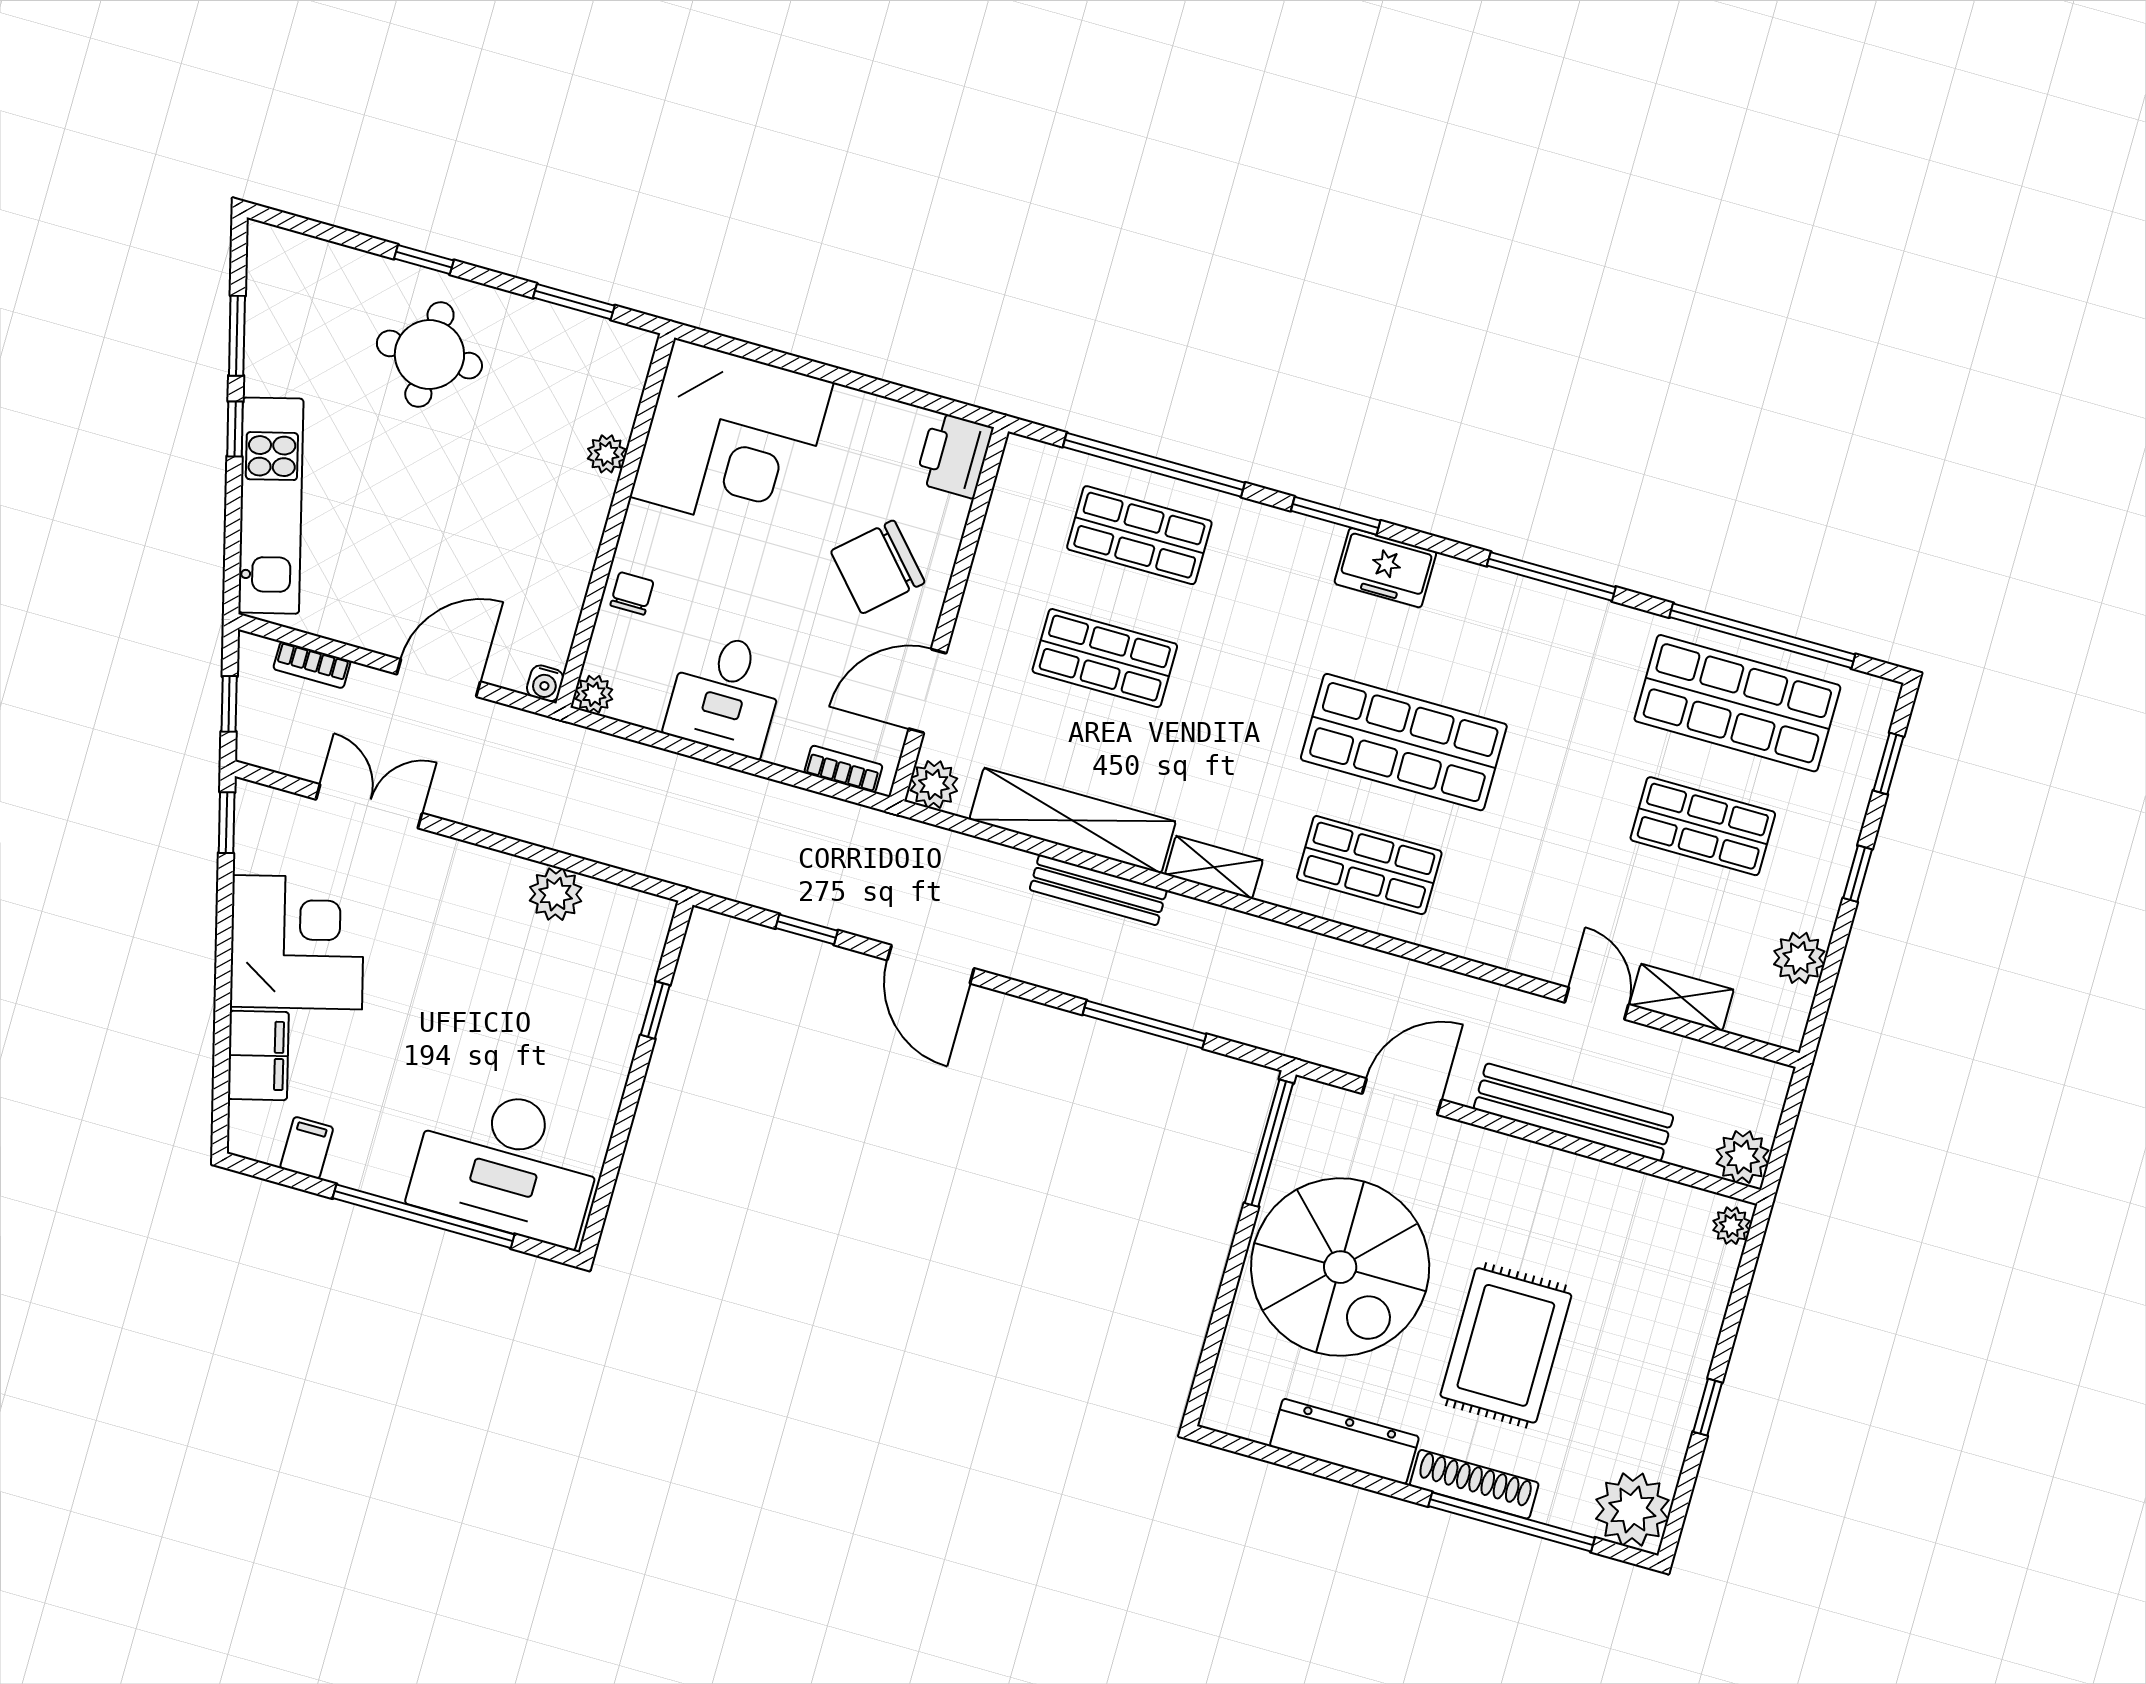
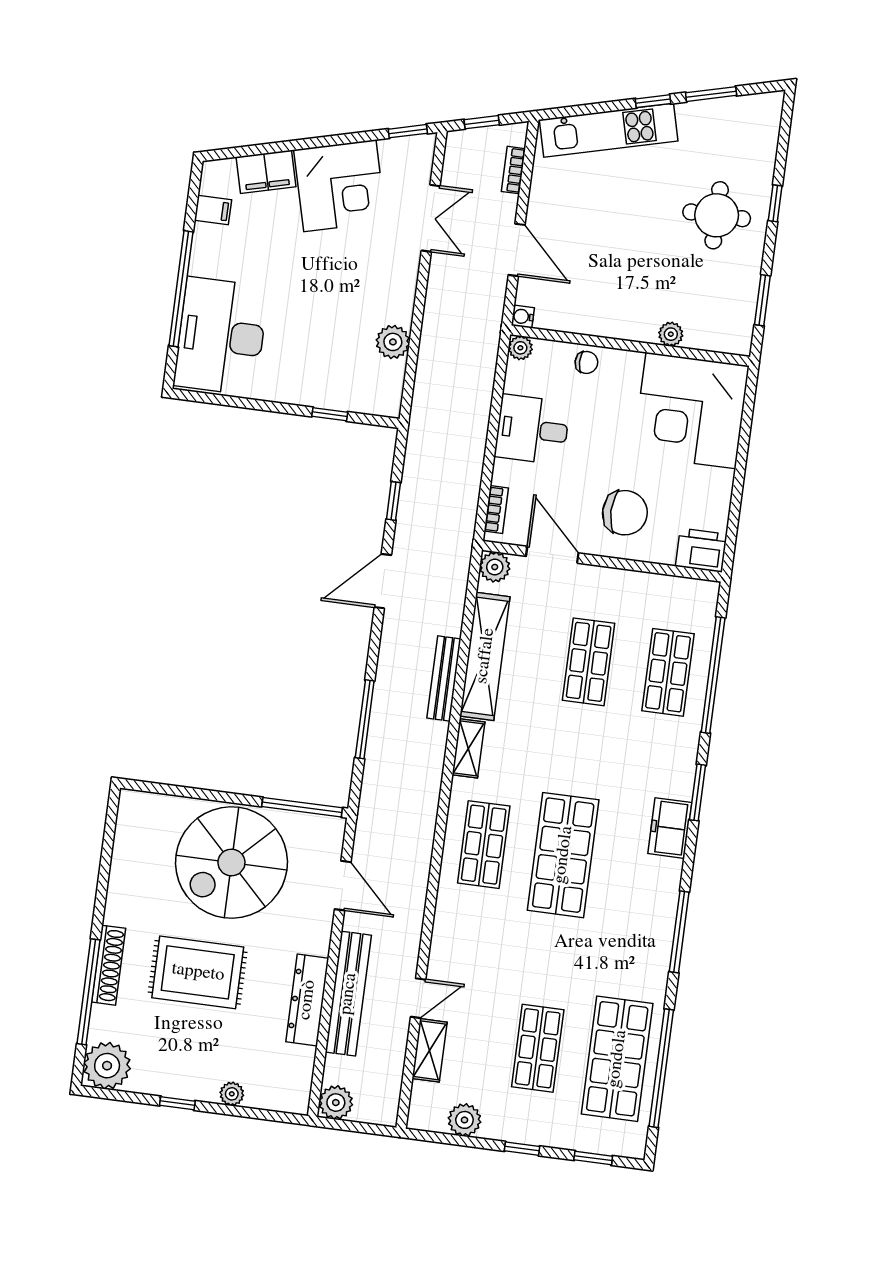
chair: (878, 567) -> (625, 513), turned 132
plant: (1731, 1226) -> (232, 1094), moved
dresser: (1344, 1441) -> (307, 1000), moved, turned 180

